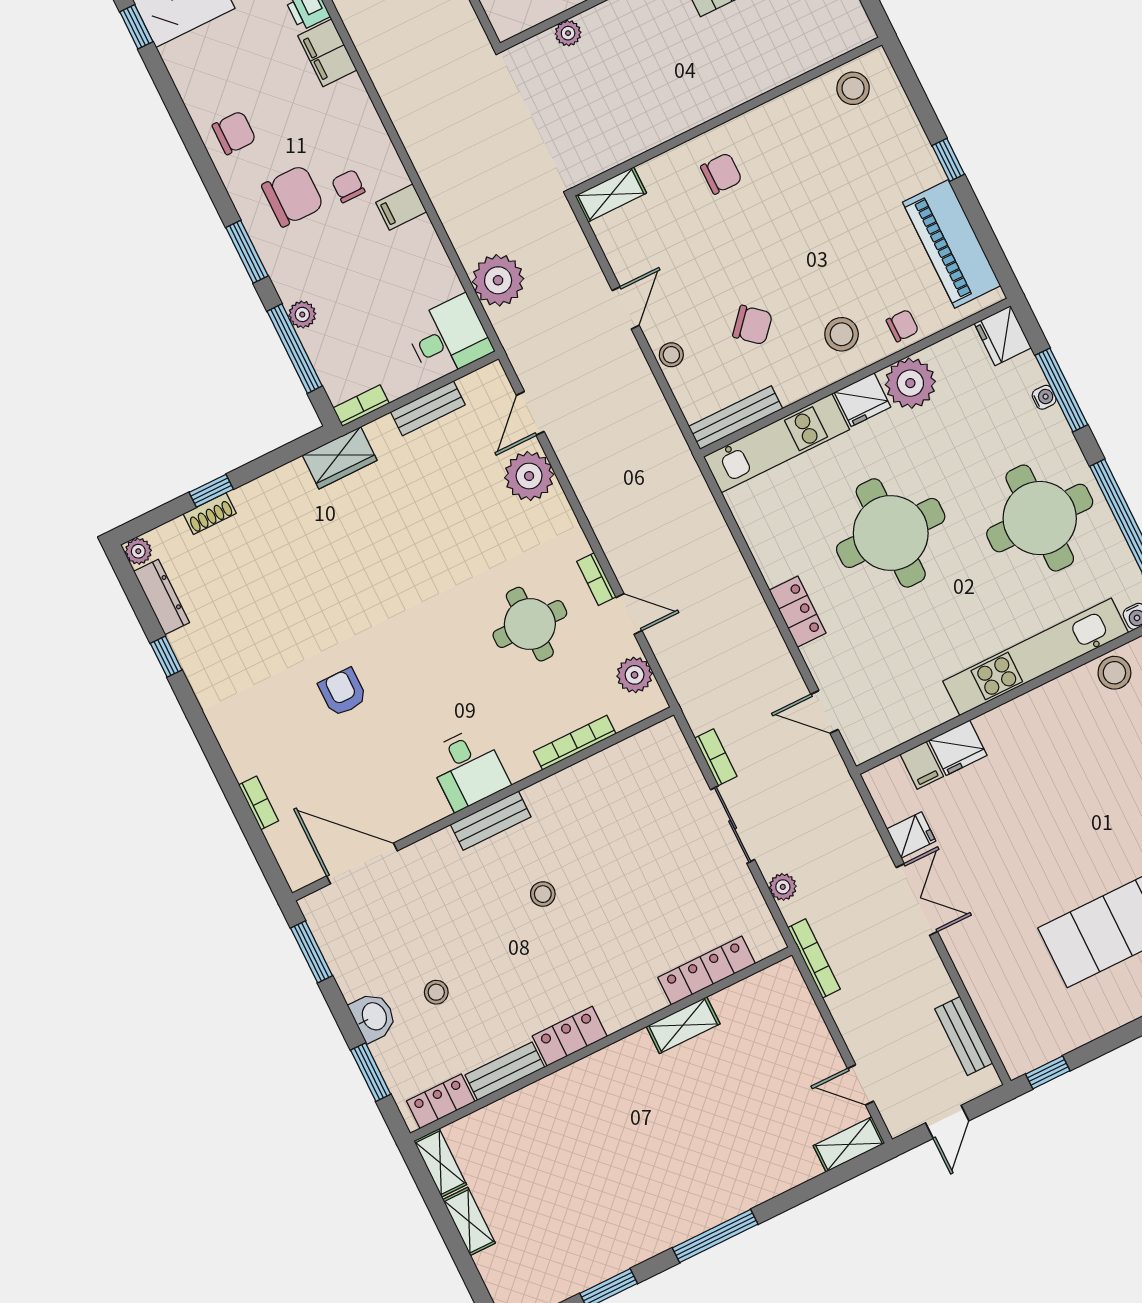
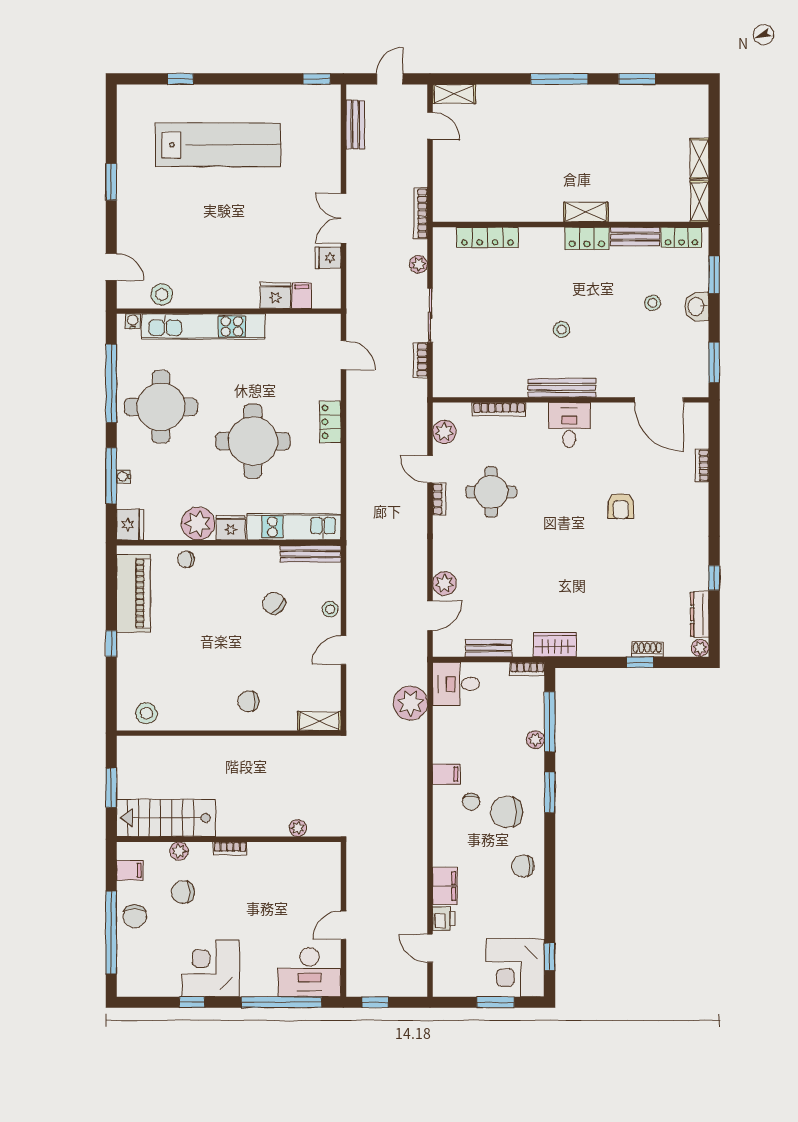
stool: (842, 334) -> (224, 572), removed
plant: (529, 476) -> (444, 583), width x0.73, depth x0.73
bench: (491, 821) -> (562, 388), width x1.36
shelving: (683, 1025) -> (586, 212), moved

